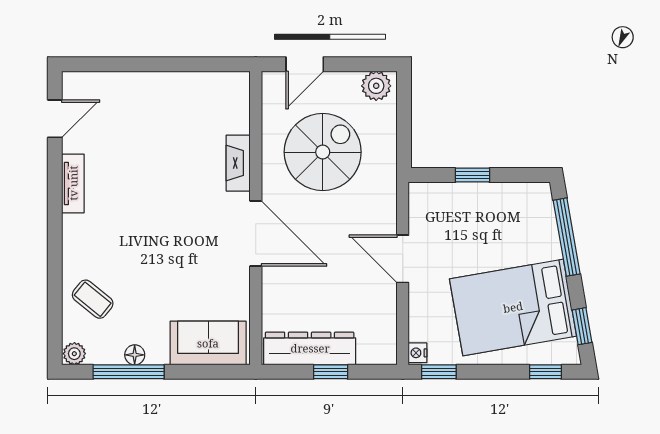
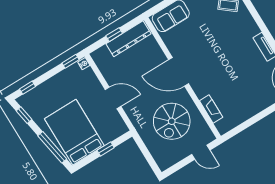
door: (305, 64) -> (201, 152), swing flipped
plant: (376, 86) -> (166, 161), removed
fireplace: (238, 163) -> (211, 109), moved
bed: (513, 307) -> (74, 132), moved, turned -80

